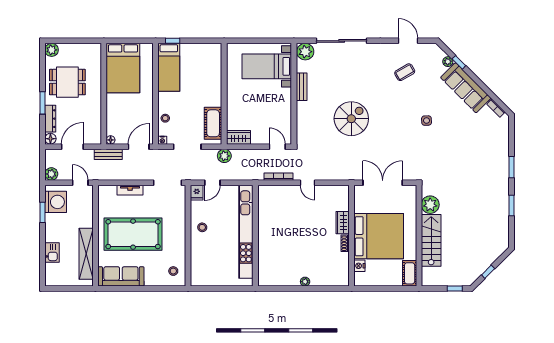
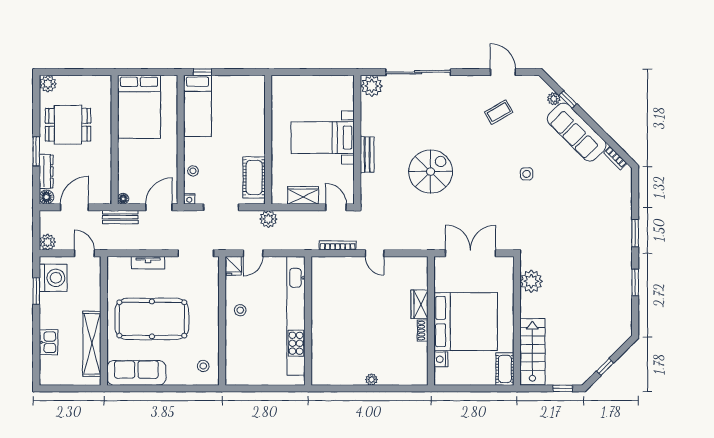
bed with nightstands: (267, 66) -> (323, 138), moved
bench: (302, 87) -> (367, 155), moved
wardrobe: (238, 137) -> (303, 195), moved
stairs: (431, 240) -> (532, 352), moved

